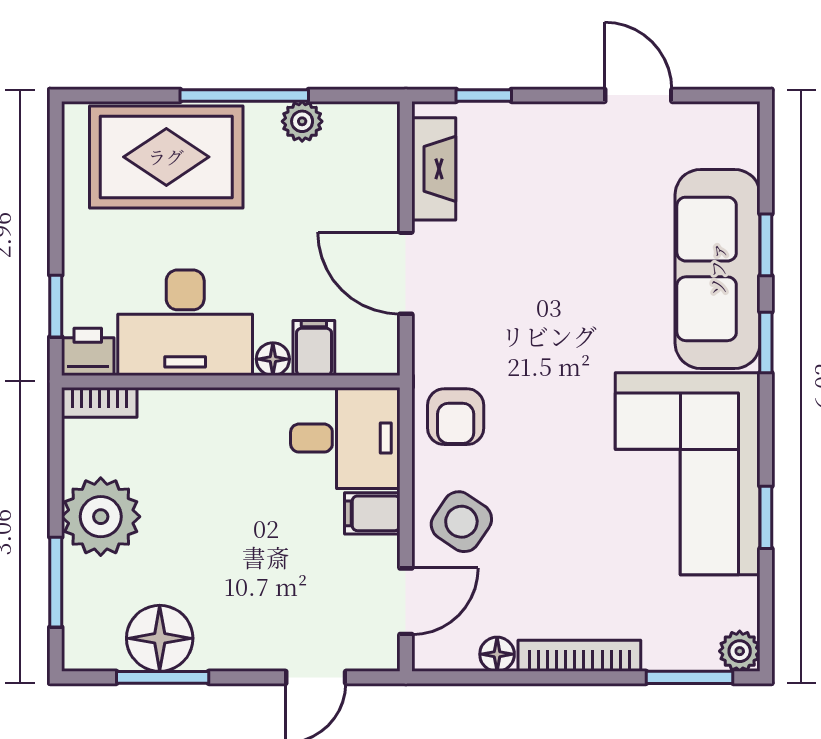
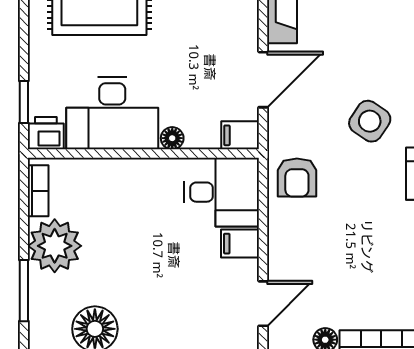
door: (406, 273) -> (263, 80), swing flipped
filing cabinet: (314, 348) -> (240, 135), moved, turned -90
bookcase: (99, 402) -> (38, 191), moved, turned -90
side table: (461, 522) -> (370, 121), moved

